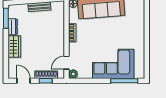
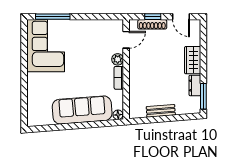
corner sofa: (113, 64) -> (46, 46), moved, turned -90
plant: (73, 74) -> (118, 59), moved

